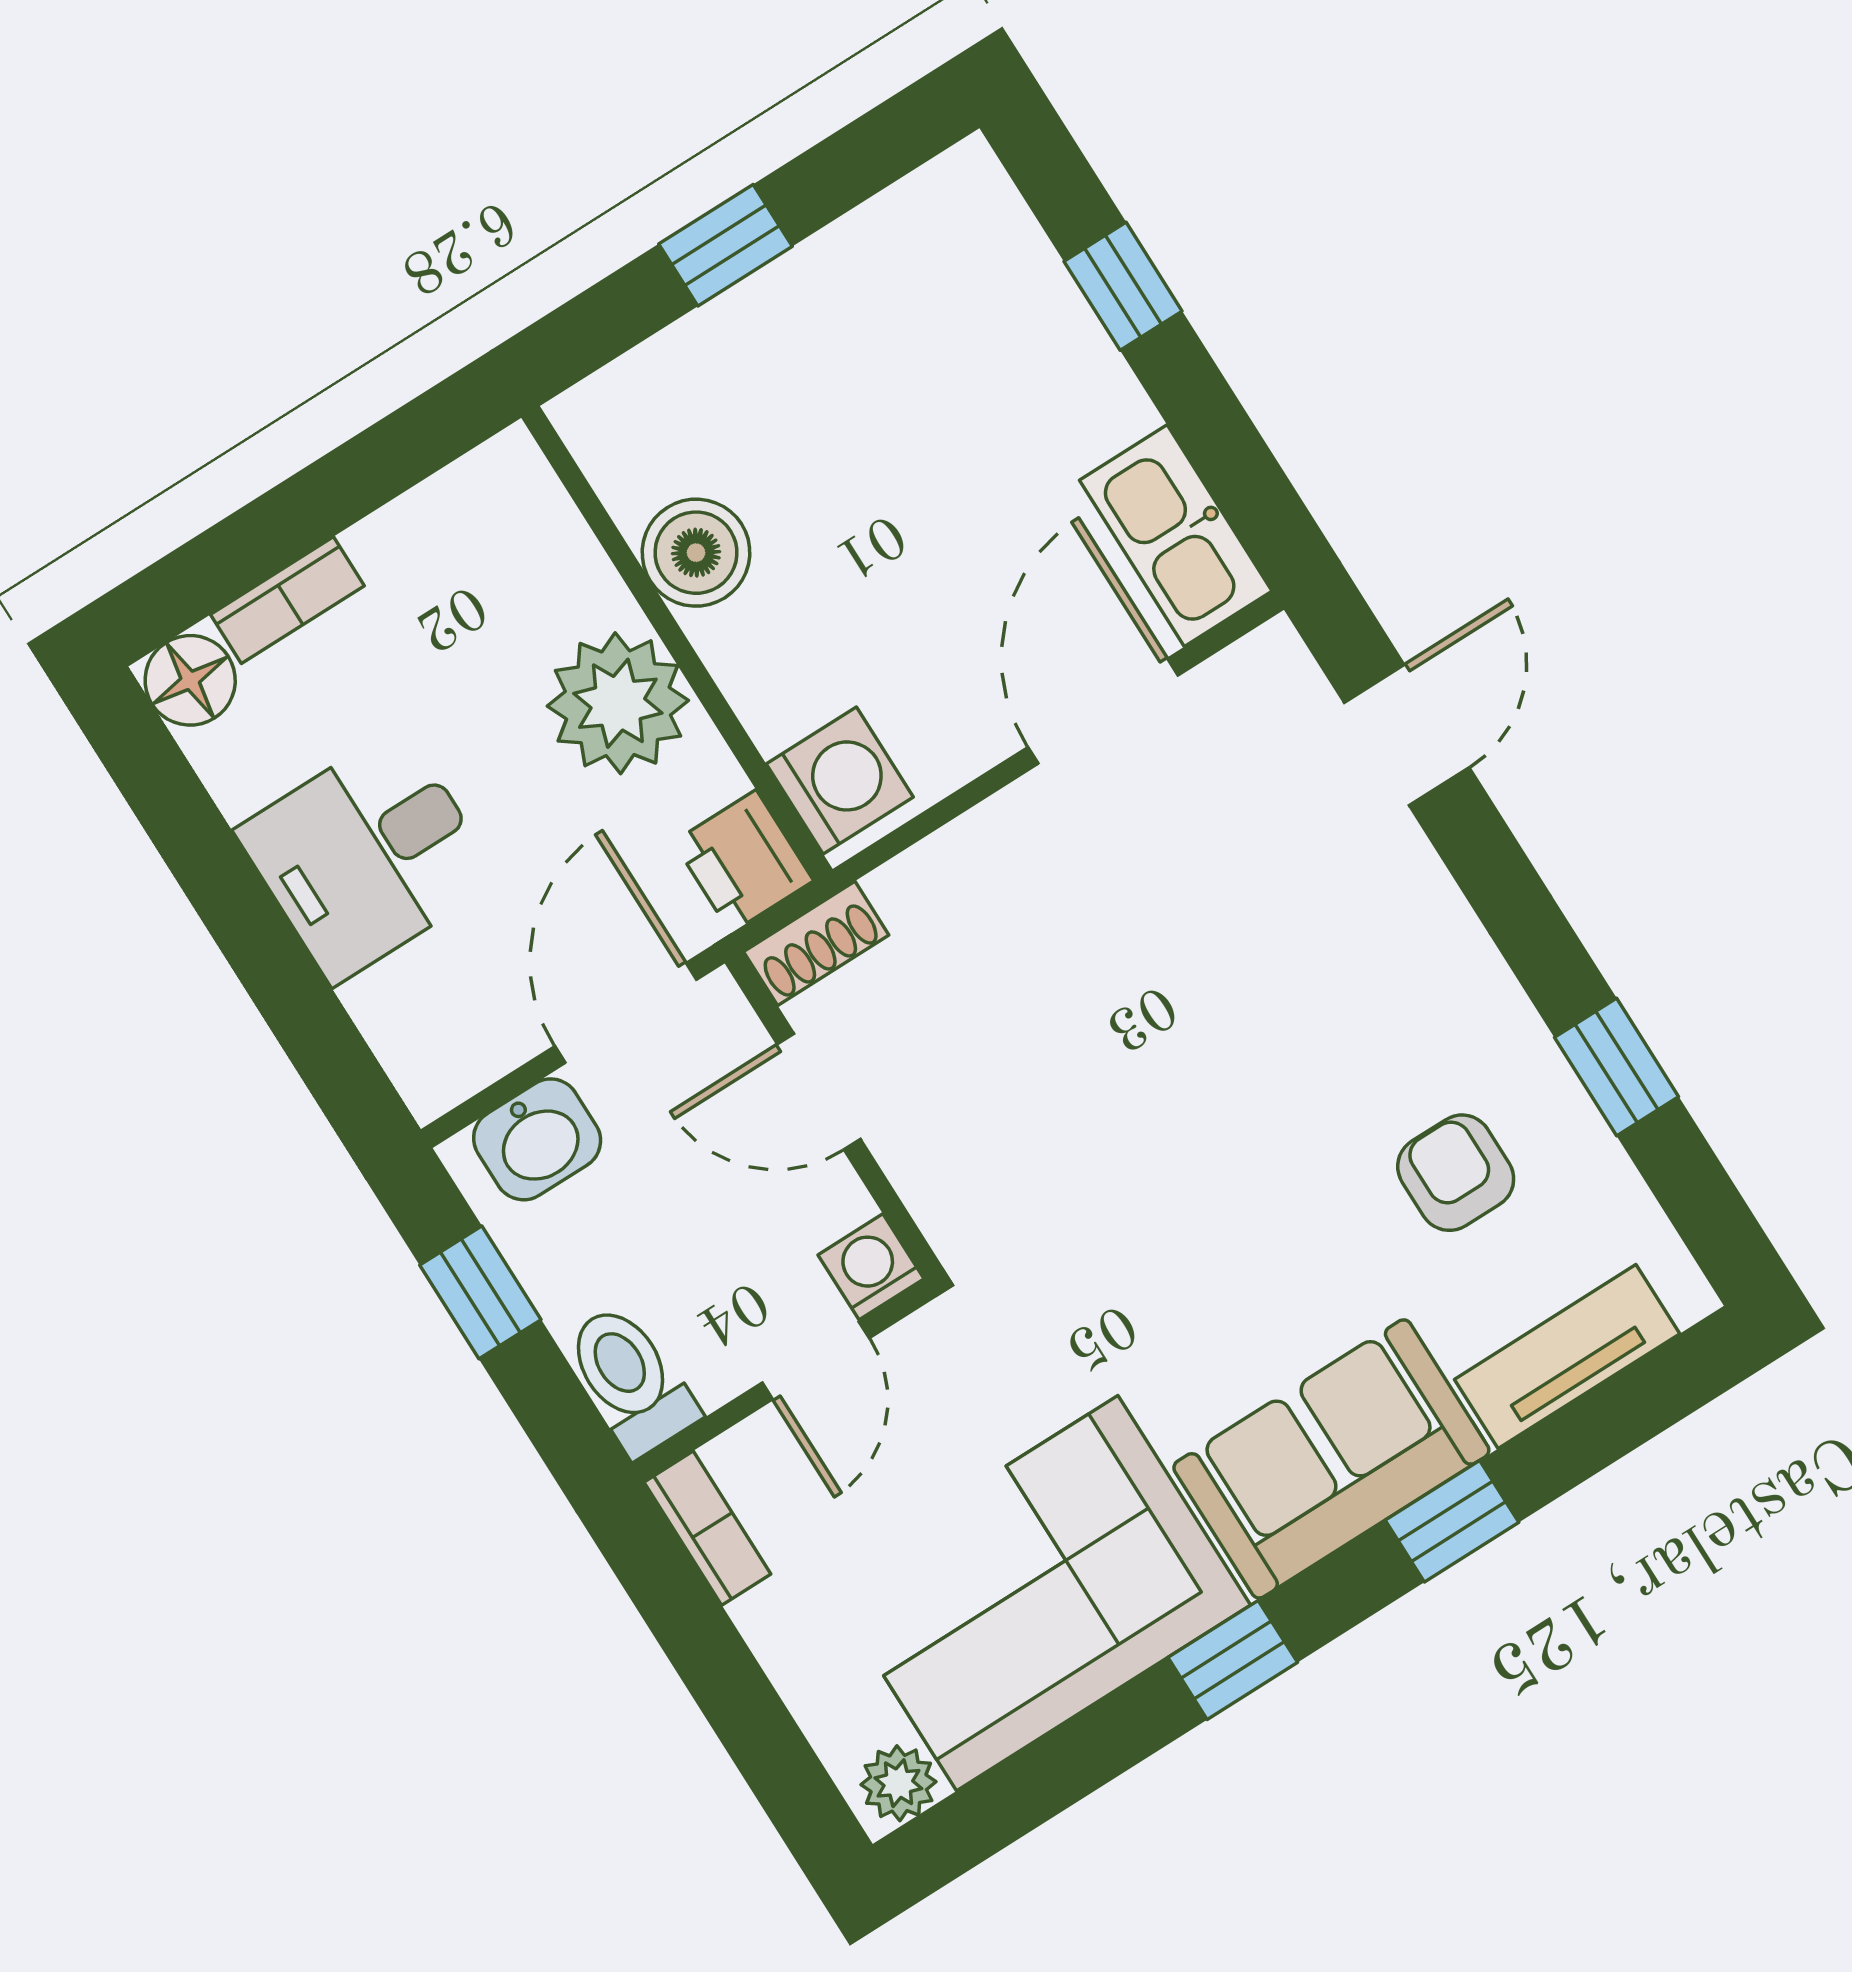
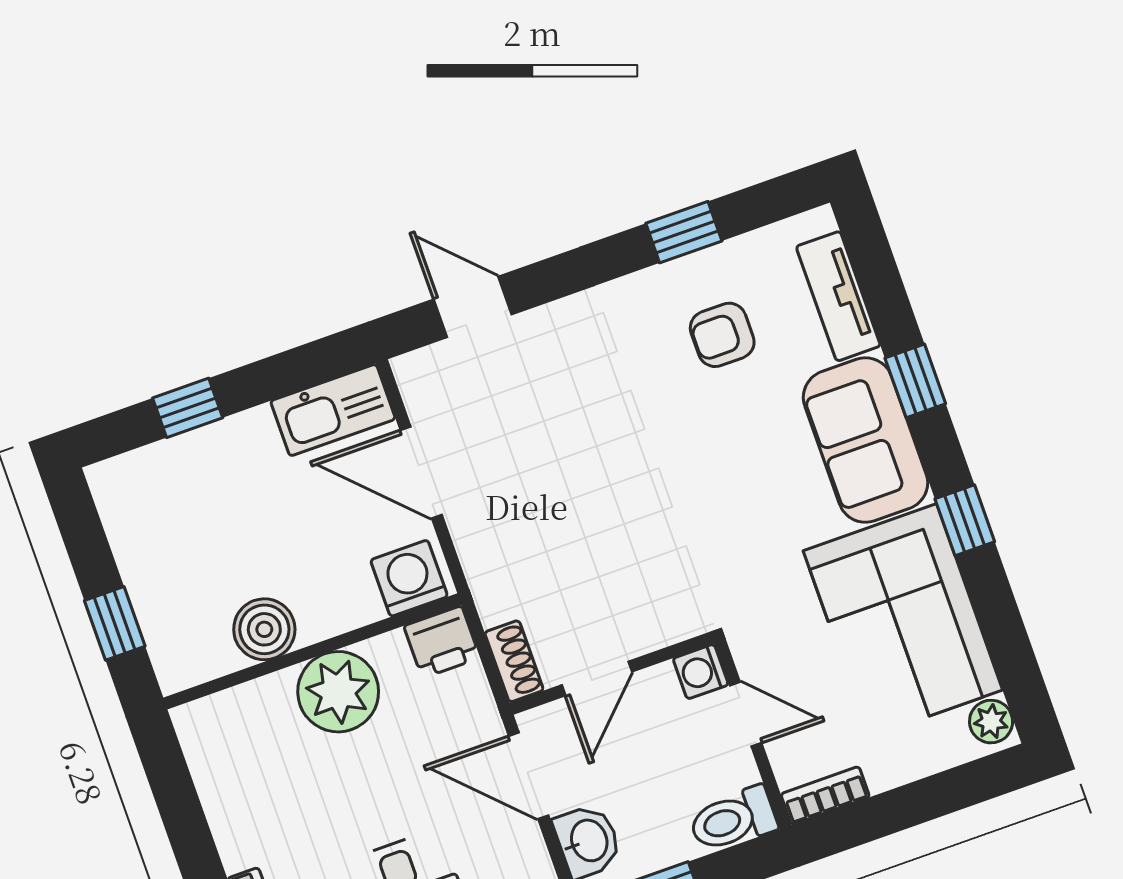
boiler: (696, 553) -> (264, 629), moved
wall: (677, 643) -> (312, 651), moved
plant: (618, 703) -> (338, 692), moved
washing machine: (840, 781) -> (409, 578), moved
printer: (743, 861) -> (442, 642), moved

